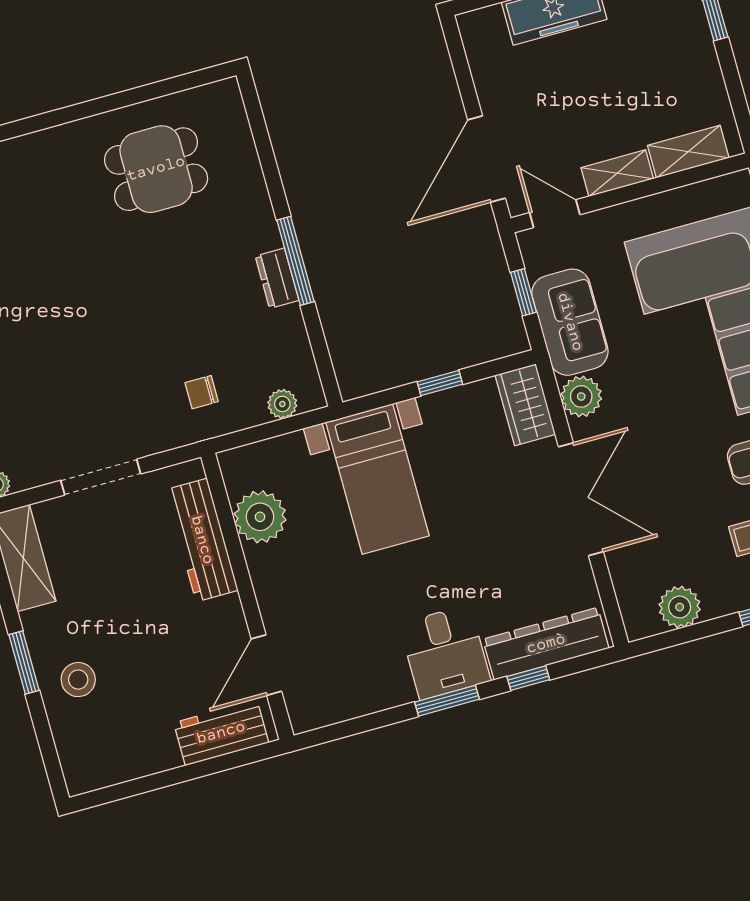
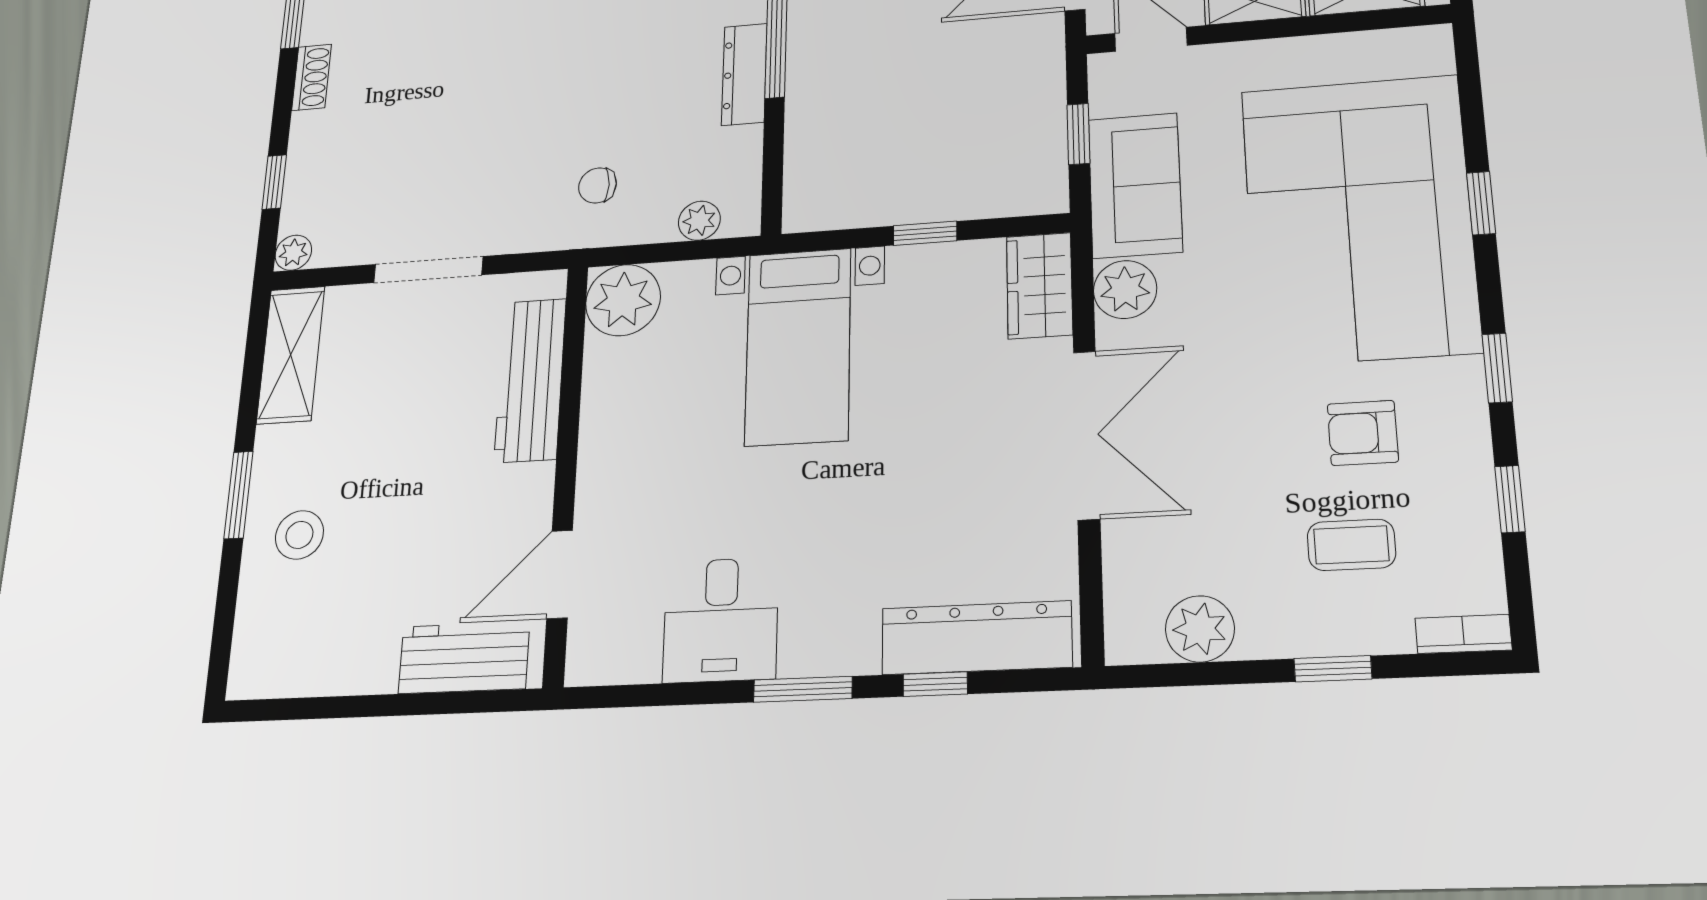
dresser: (277, 278) -> (744, 74), width x1.44
plant: (260, 517) -> (623, 300), moved
desk: (445, 652) -> (721, 620), moved

